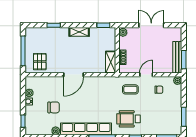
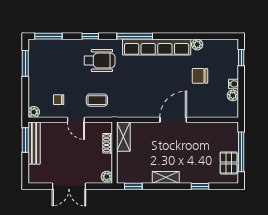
pallet: (40, 62) -> (229, 163), moved
door: (146, 75) -> (76, 120), hinge flipped

